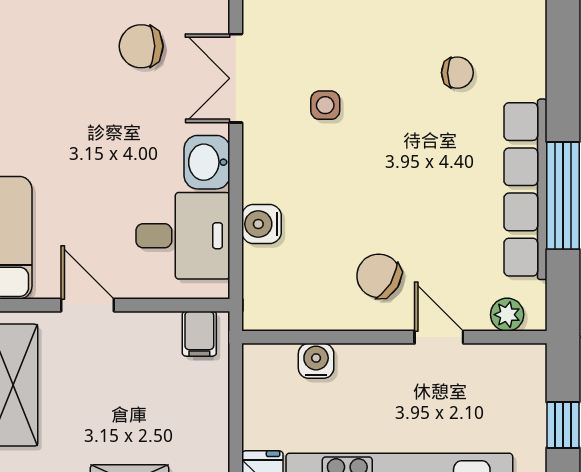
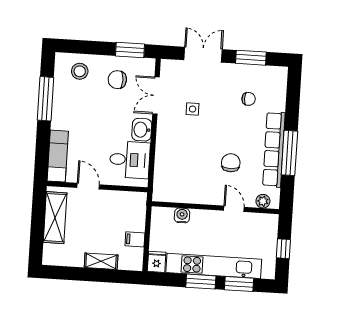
stool: (50, 32) -> (80, 71), added
water cooler: (261, 224) -> (163, 157), removed
chair: (379, 276) -> (231, 163), moved, turned 59
filing cabinet: (199, 334) -> (135, 239), moved, turned 90

